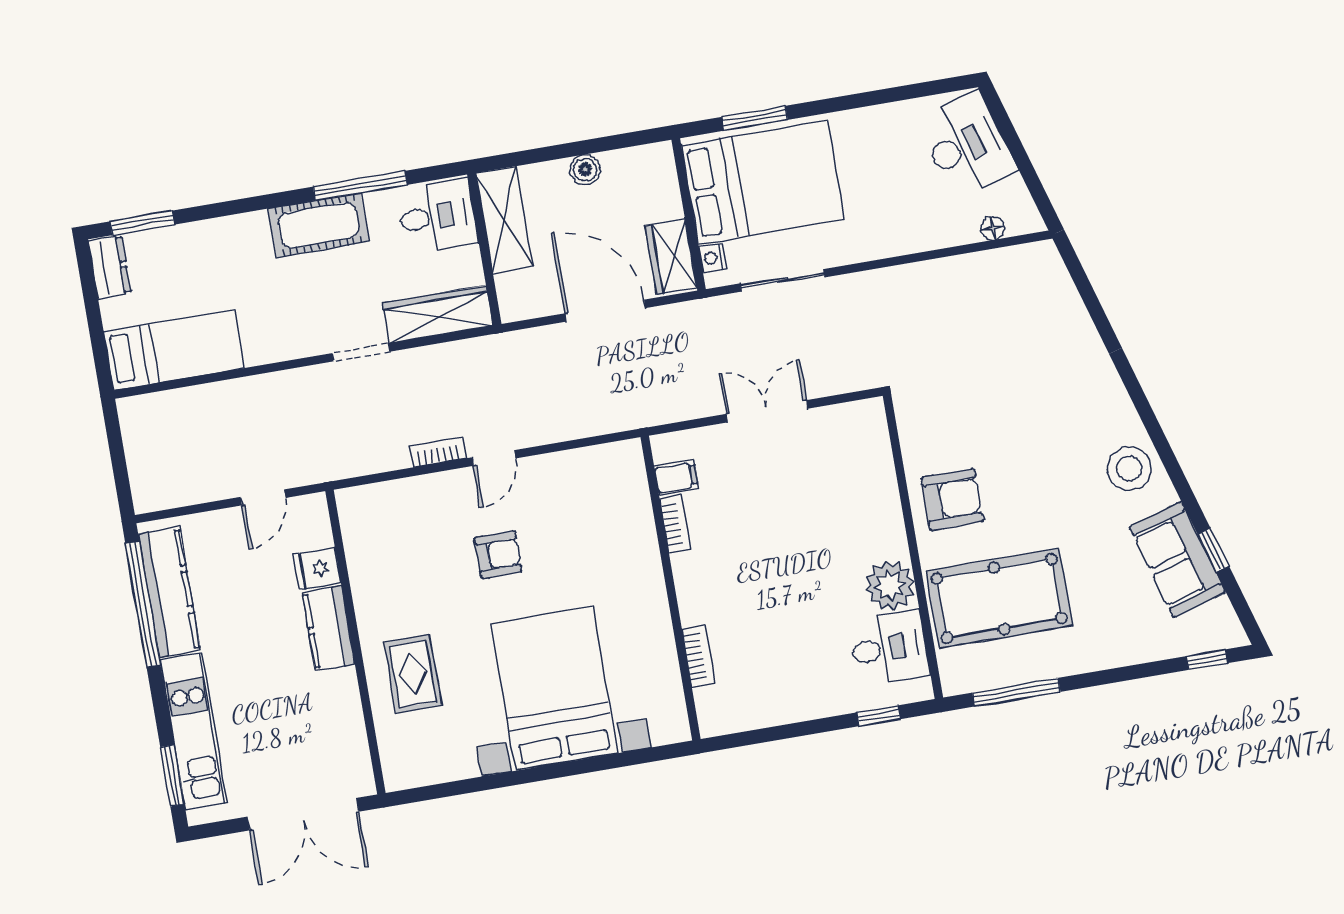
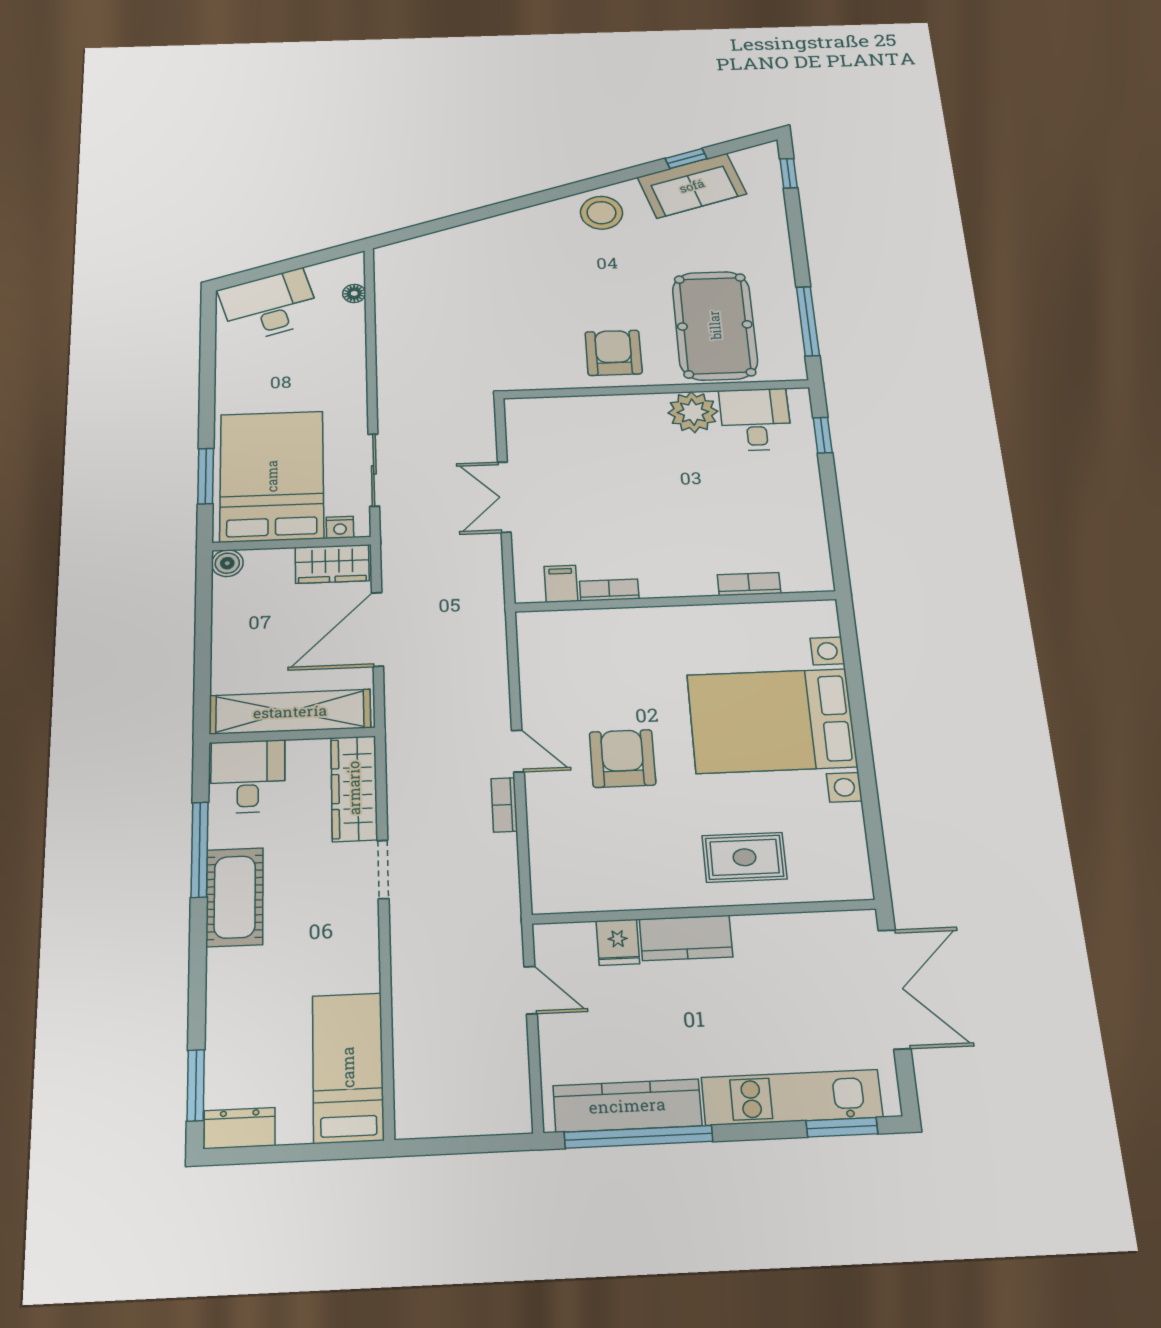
boiler: (585, 170) -> (227, 563), moved
shelving: (504, 220) -> (290, 712), width x1.47
armchair: (498, 555) -> (623, 758), width x1.38, depth x1.38

